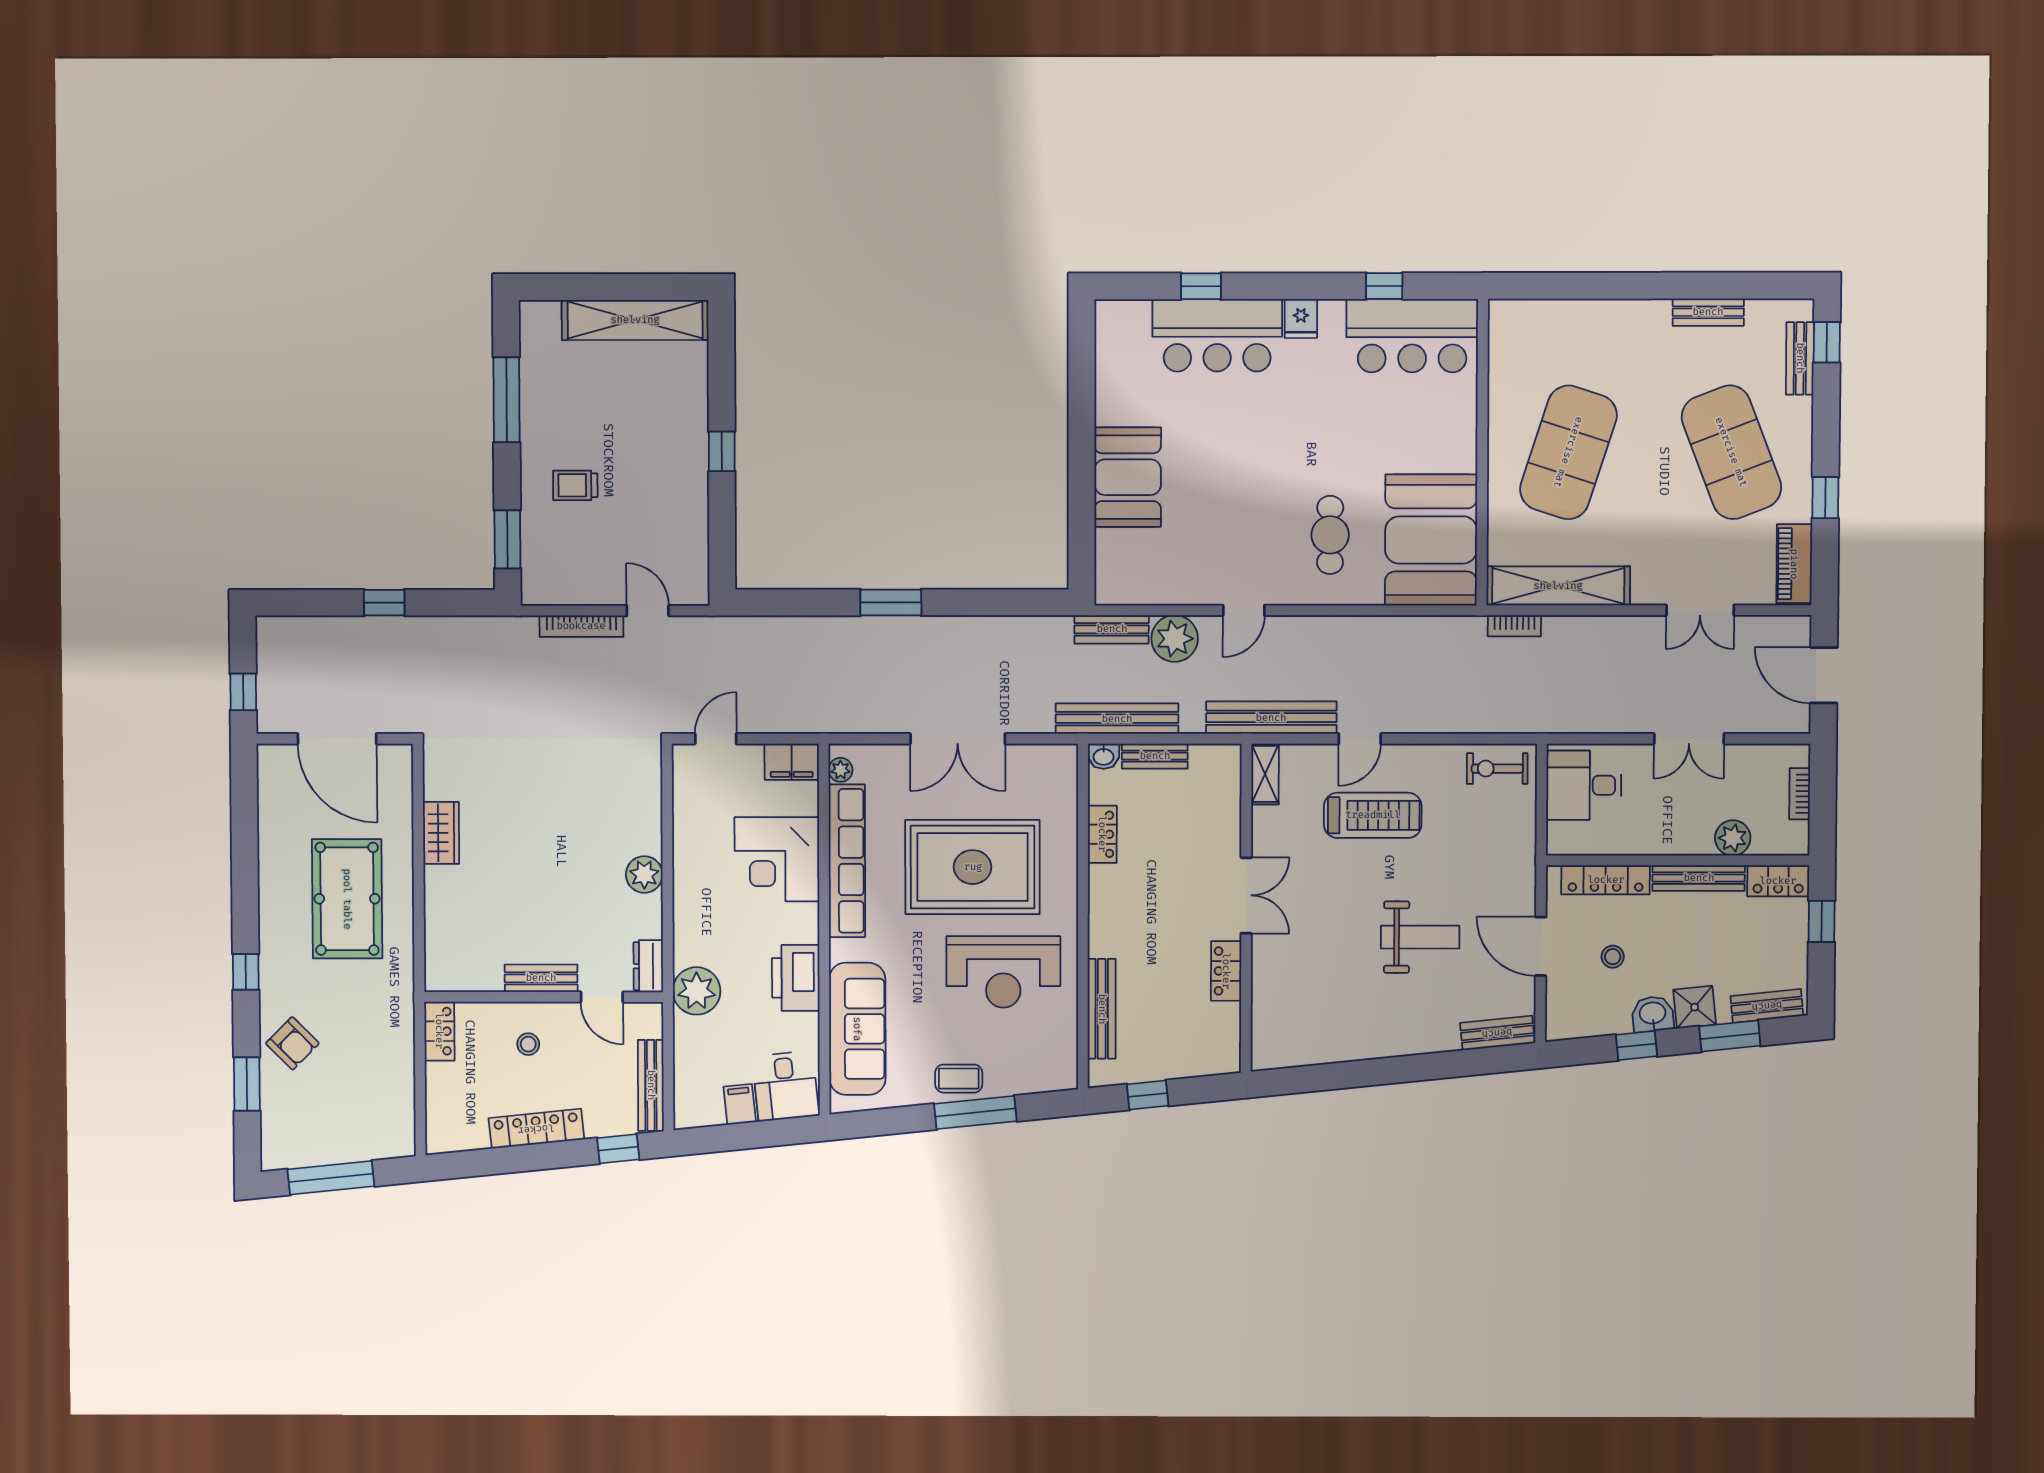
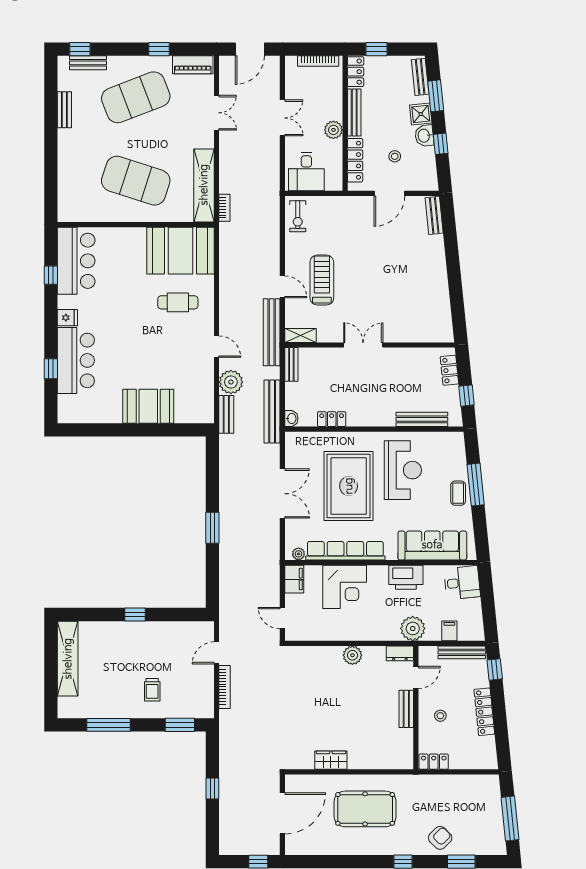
bench: (1155, 756) -> (291, 364), moved
bookcase: (1800, 794) -> (318, 61), width x1.56
plant: (1733, 838) -> (333, 130), moved
weight bench: (1420, 937) -> (385, 255), removed
locker: (1226, 971) -> (449, 370), moved, turned 84
filing cabinet: (740, 1104) -> (449, 631), moved, turned 96

